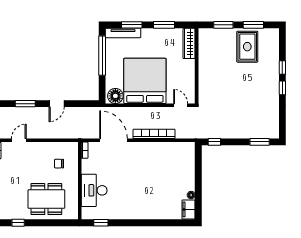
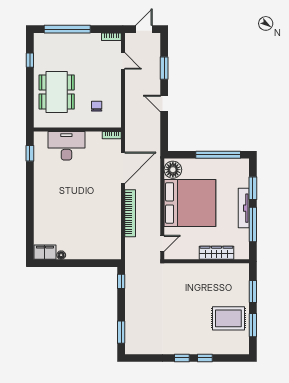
window: (164, 25) -> (253, 224), width x1.44
tv unit: (123, 33) -> (244, 208), moved
wardrobe: (189, 43) -> (216, 253), moved

